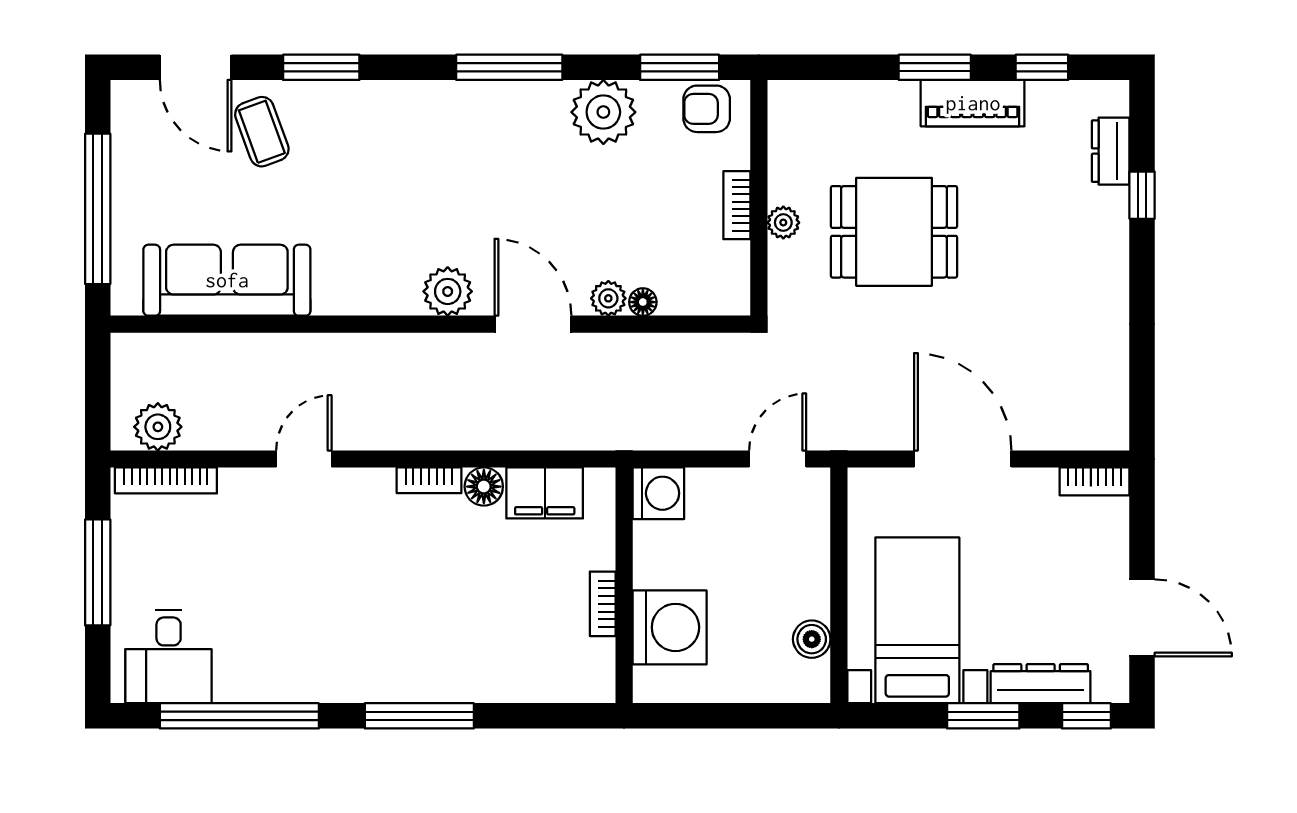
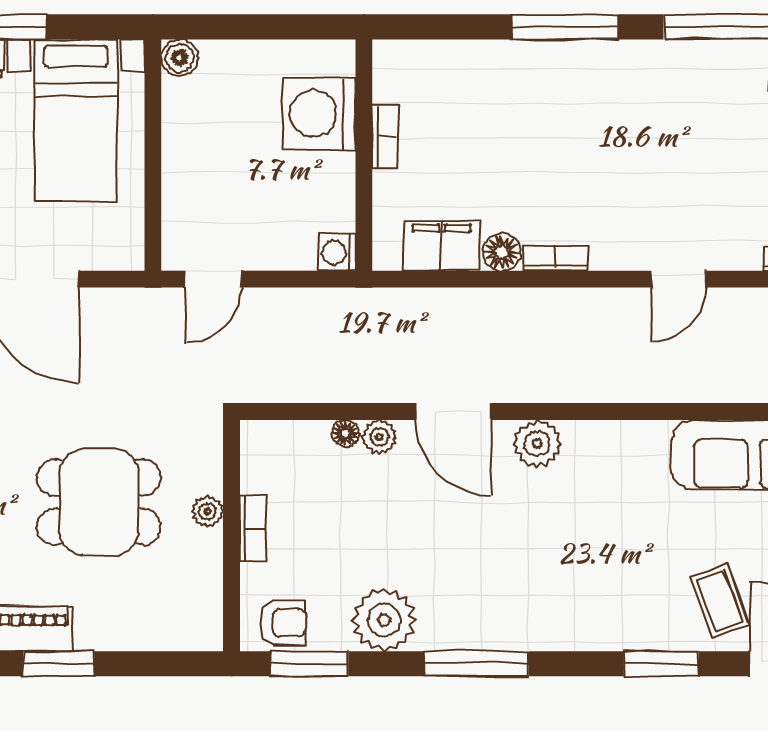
washing machine: (658, 493) -> (337, 252), width x0.73, depth x0.73
boiler: (812, 639) -> (180, 58), moved

